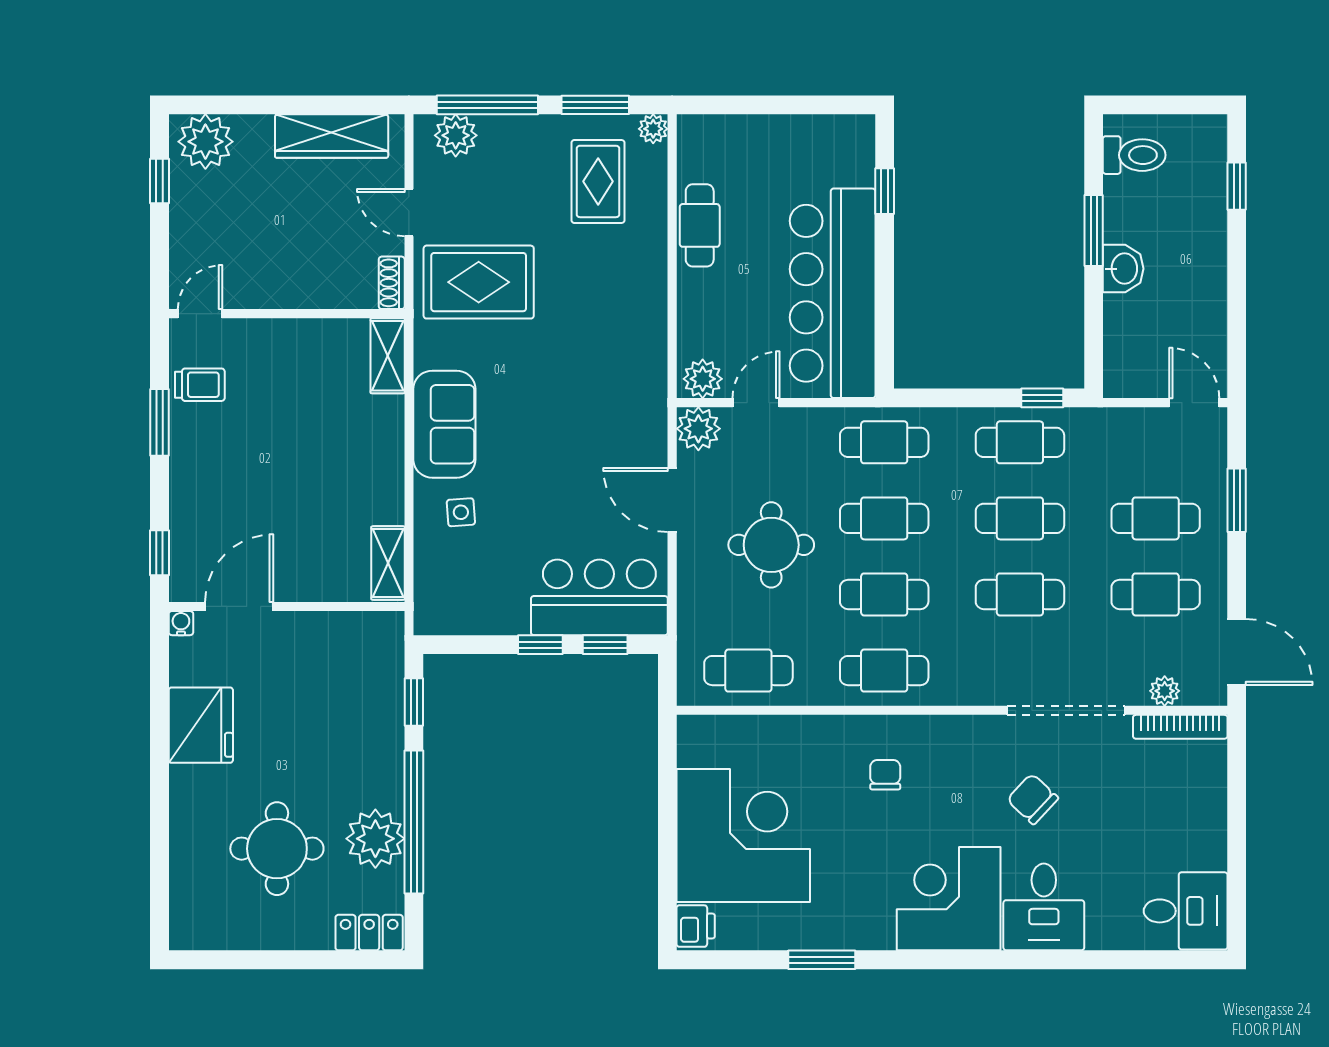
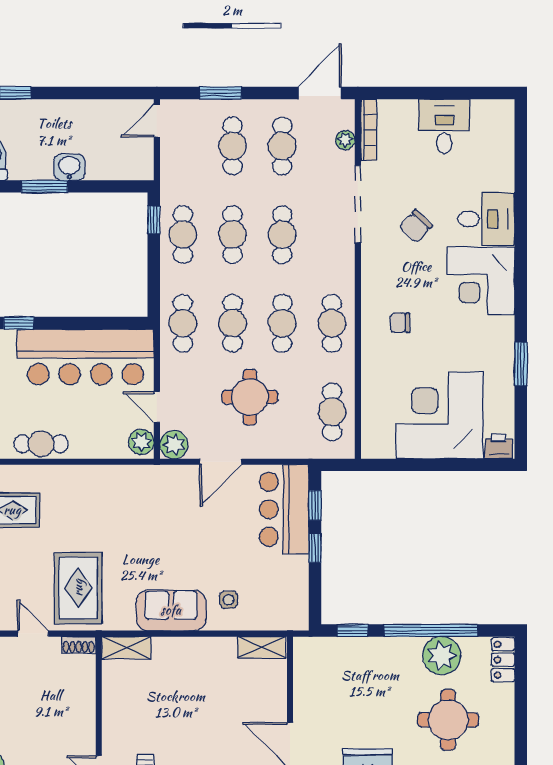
door: (409, 213) -> (33, 634), swing flipped
desk: (1186, 911) -> (444, 126), moved

